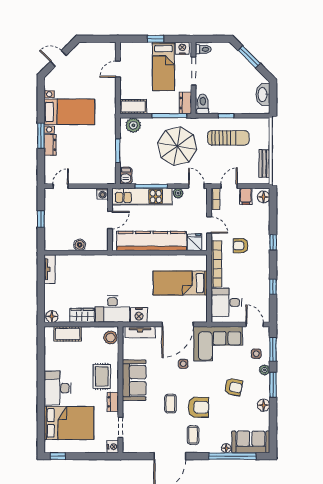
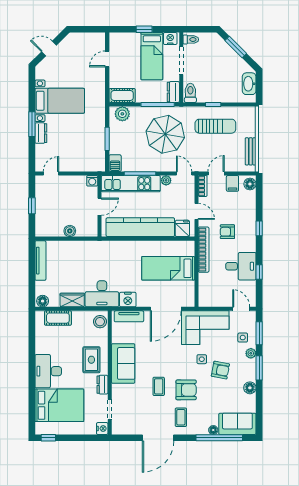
tv unit: (50, 269) -> (40, 261), width x1.41
desk: (226, 302) -> (241, 266), moved, turned 180
side table: (183, 364) -> (202, 359), moved

